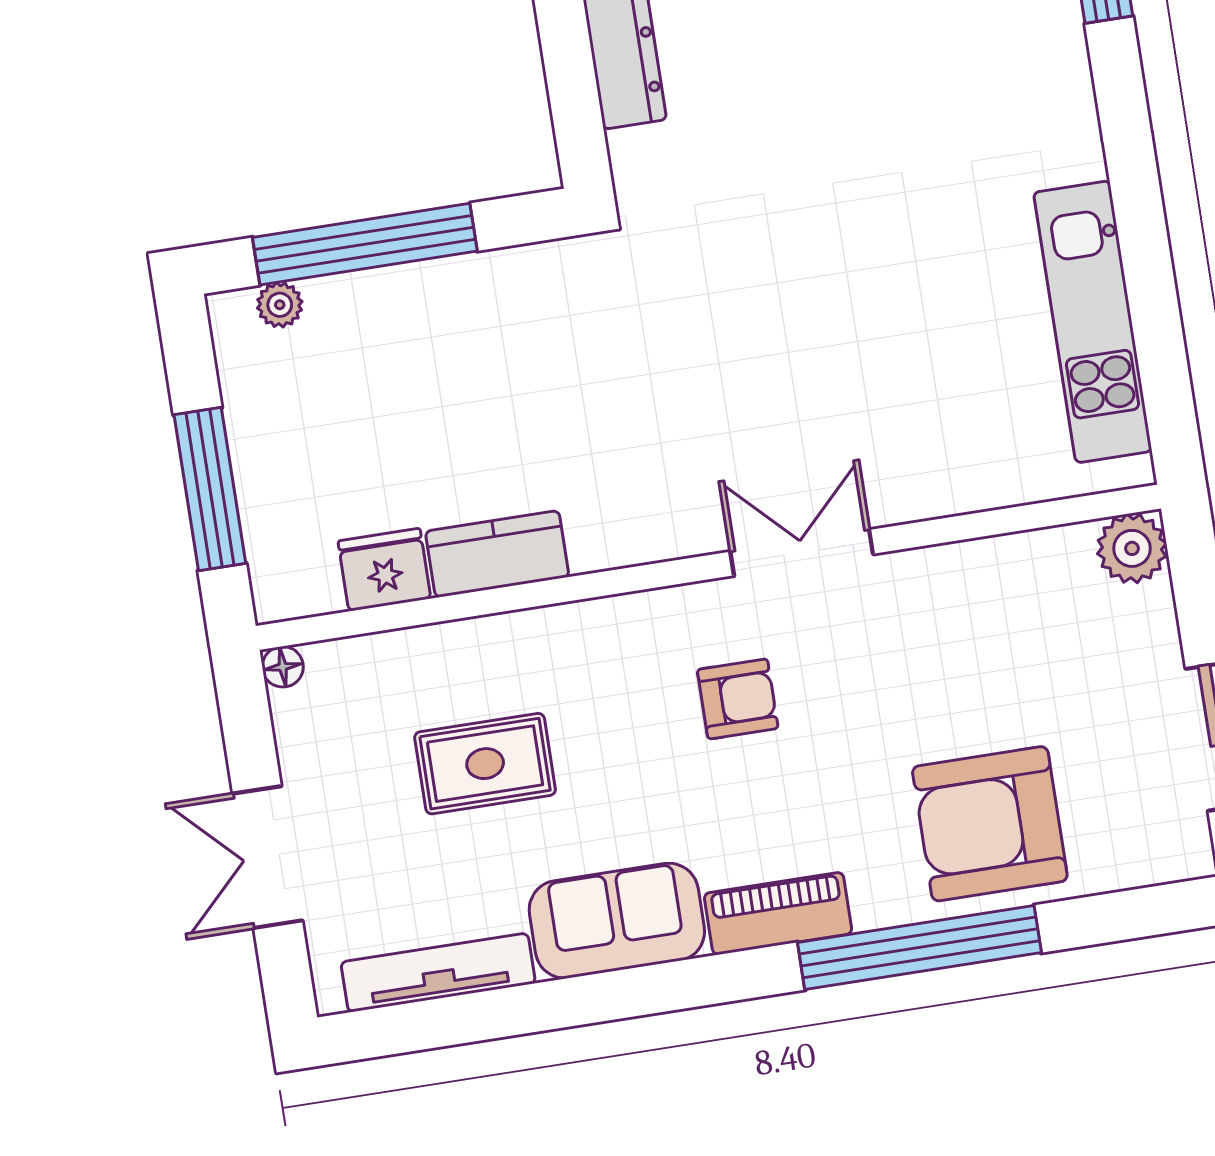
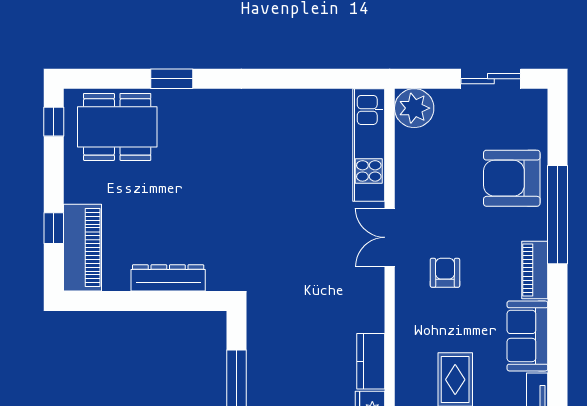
kitchen unit: (1093, 322) -> (369, 145), moved, turned 90
plant: (1132, 548) -> (414, 108), width x1.36, depth x1.36
armchair: (990, 824) -> (512, 178), turned 90

